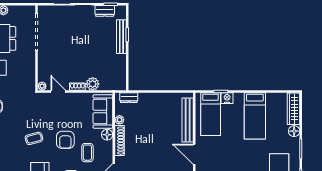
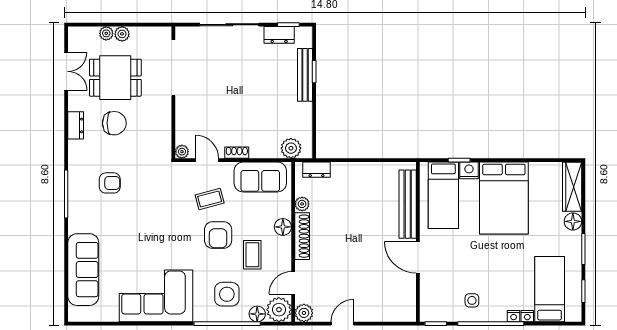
plant: (93, 84) -> (291, 148), moved
sofa: (103, 112) -> (260, 177), moved, turned -90
bed: (255, 116) -> (504, 198), width x1.50
coffee table: (34, 138) -> (210, 199), moved

